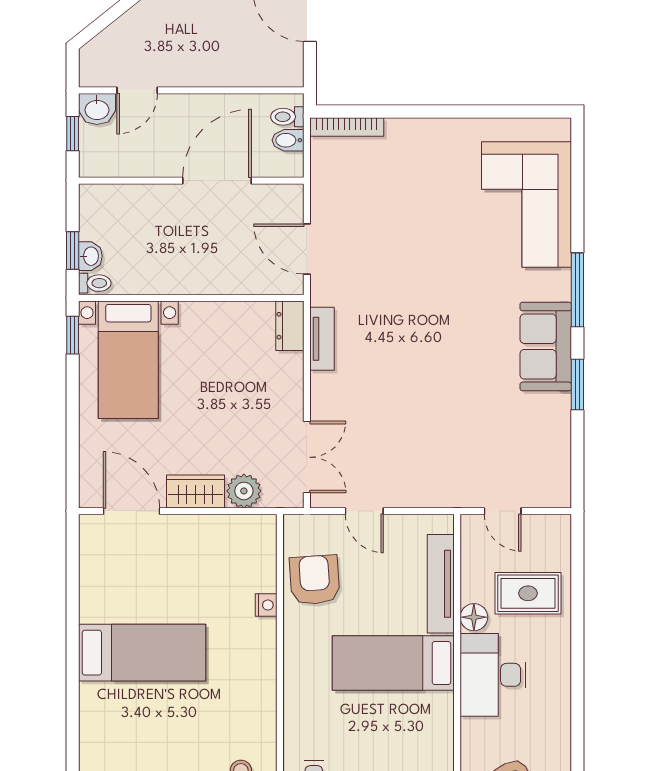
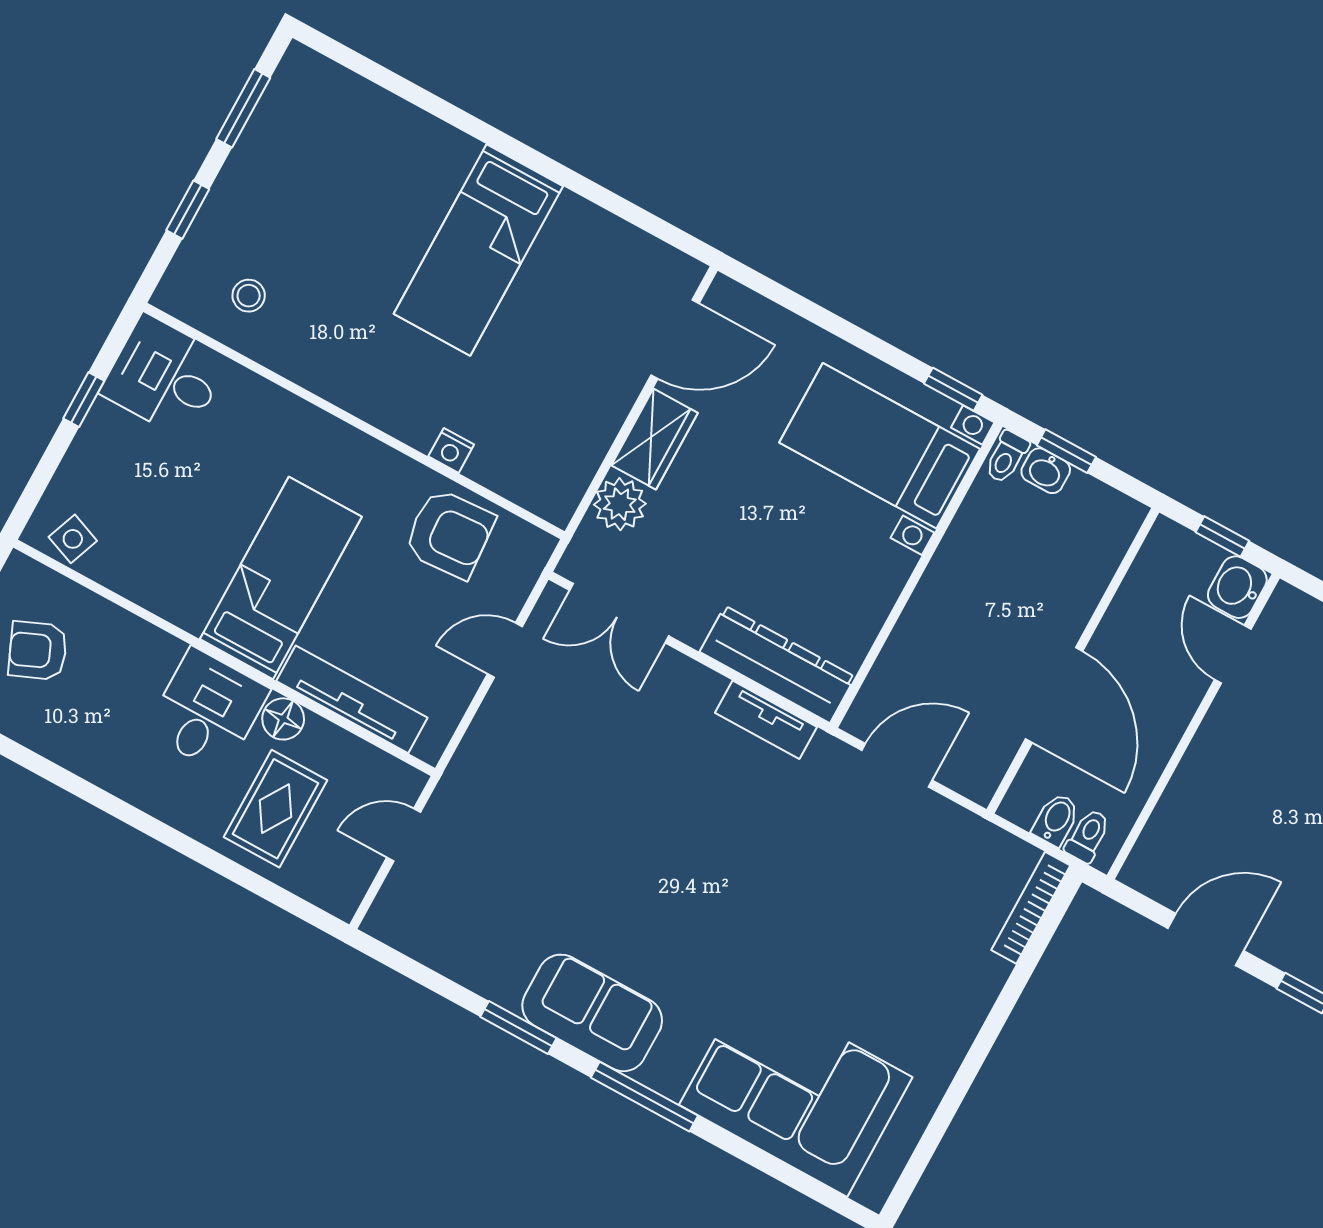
dresser: (290, 326) -> (777, 664), width x1.96, depth x1.24
desk: (493, 675) -> (207, 710), width x0.73

